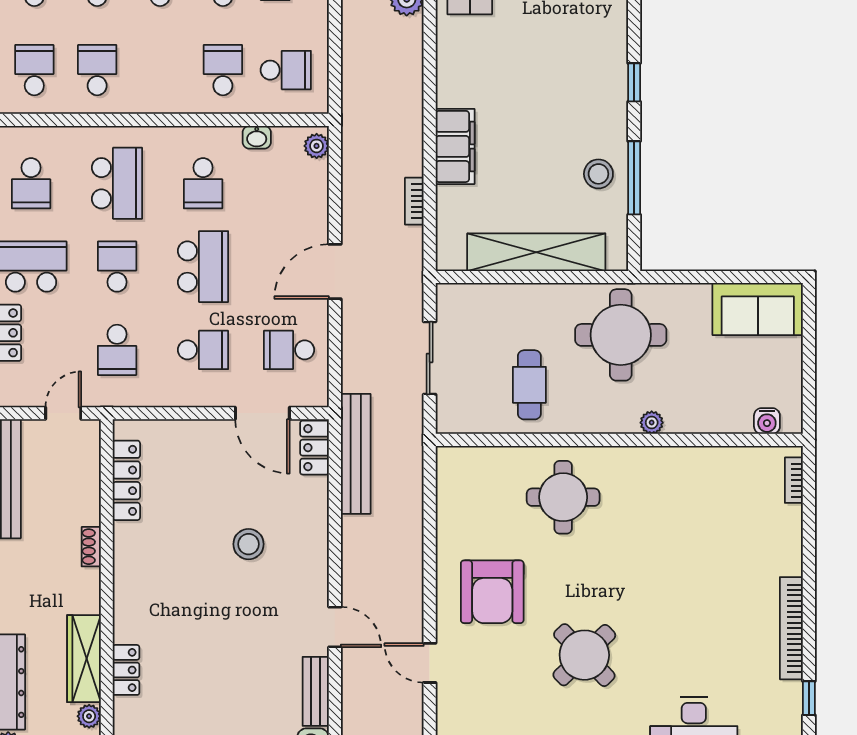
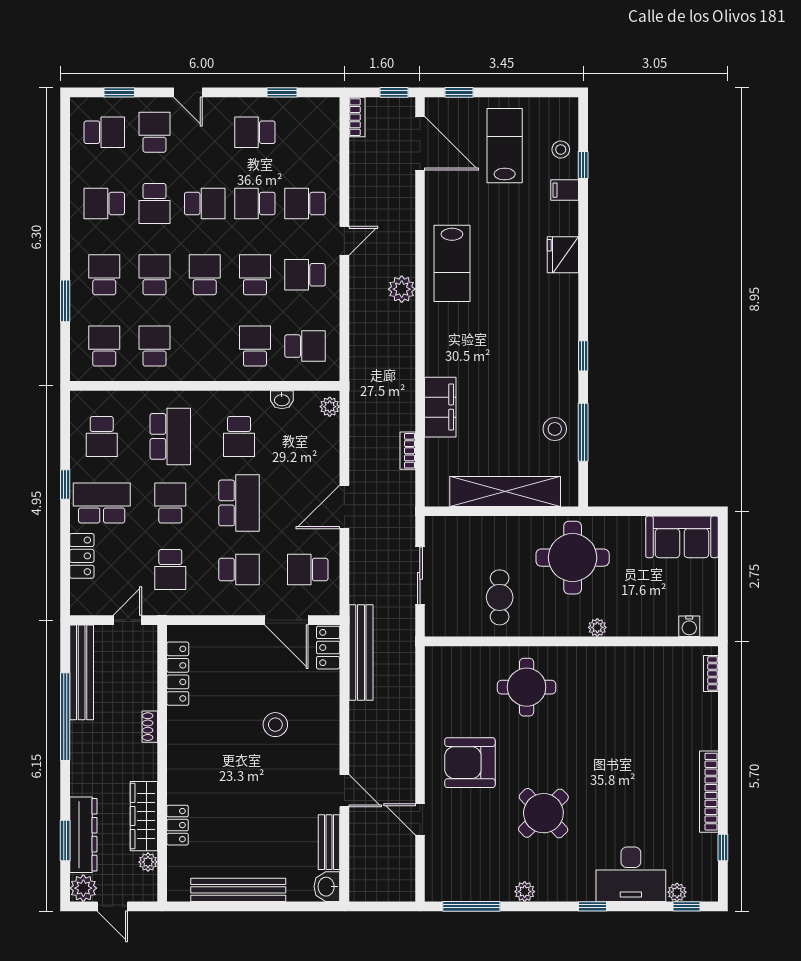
armchair: (492, 592) -> (470, 763), turned 90

